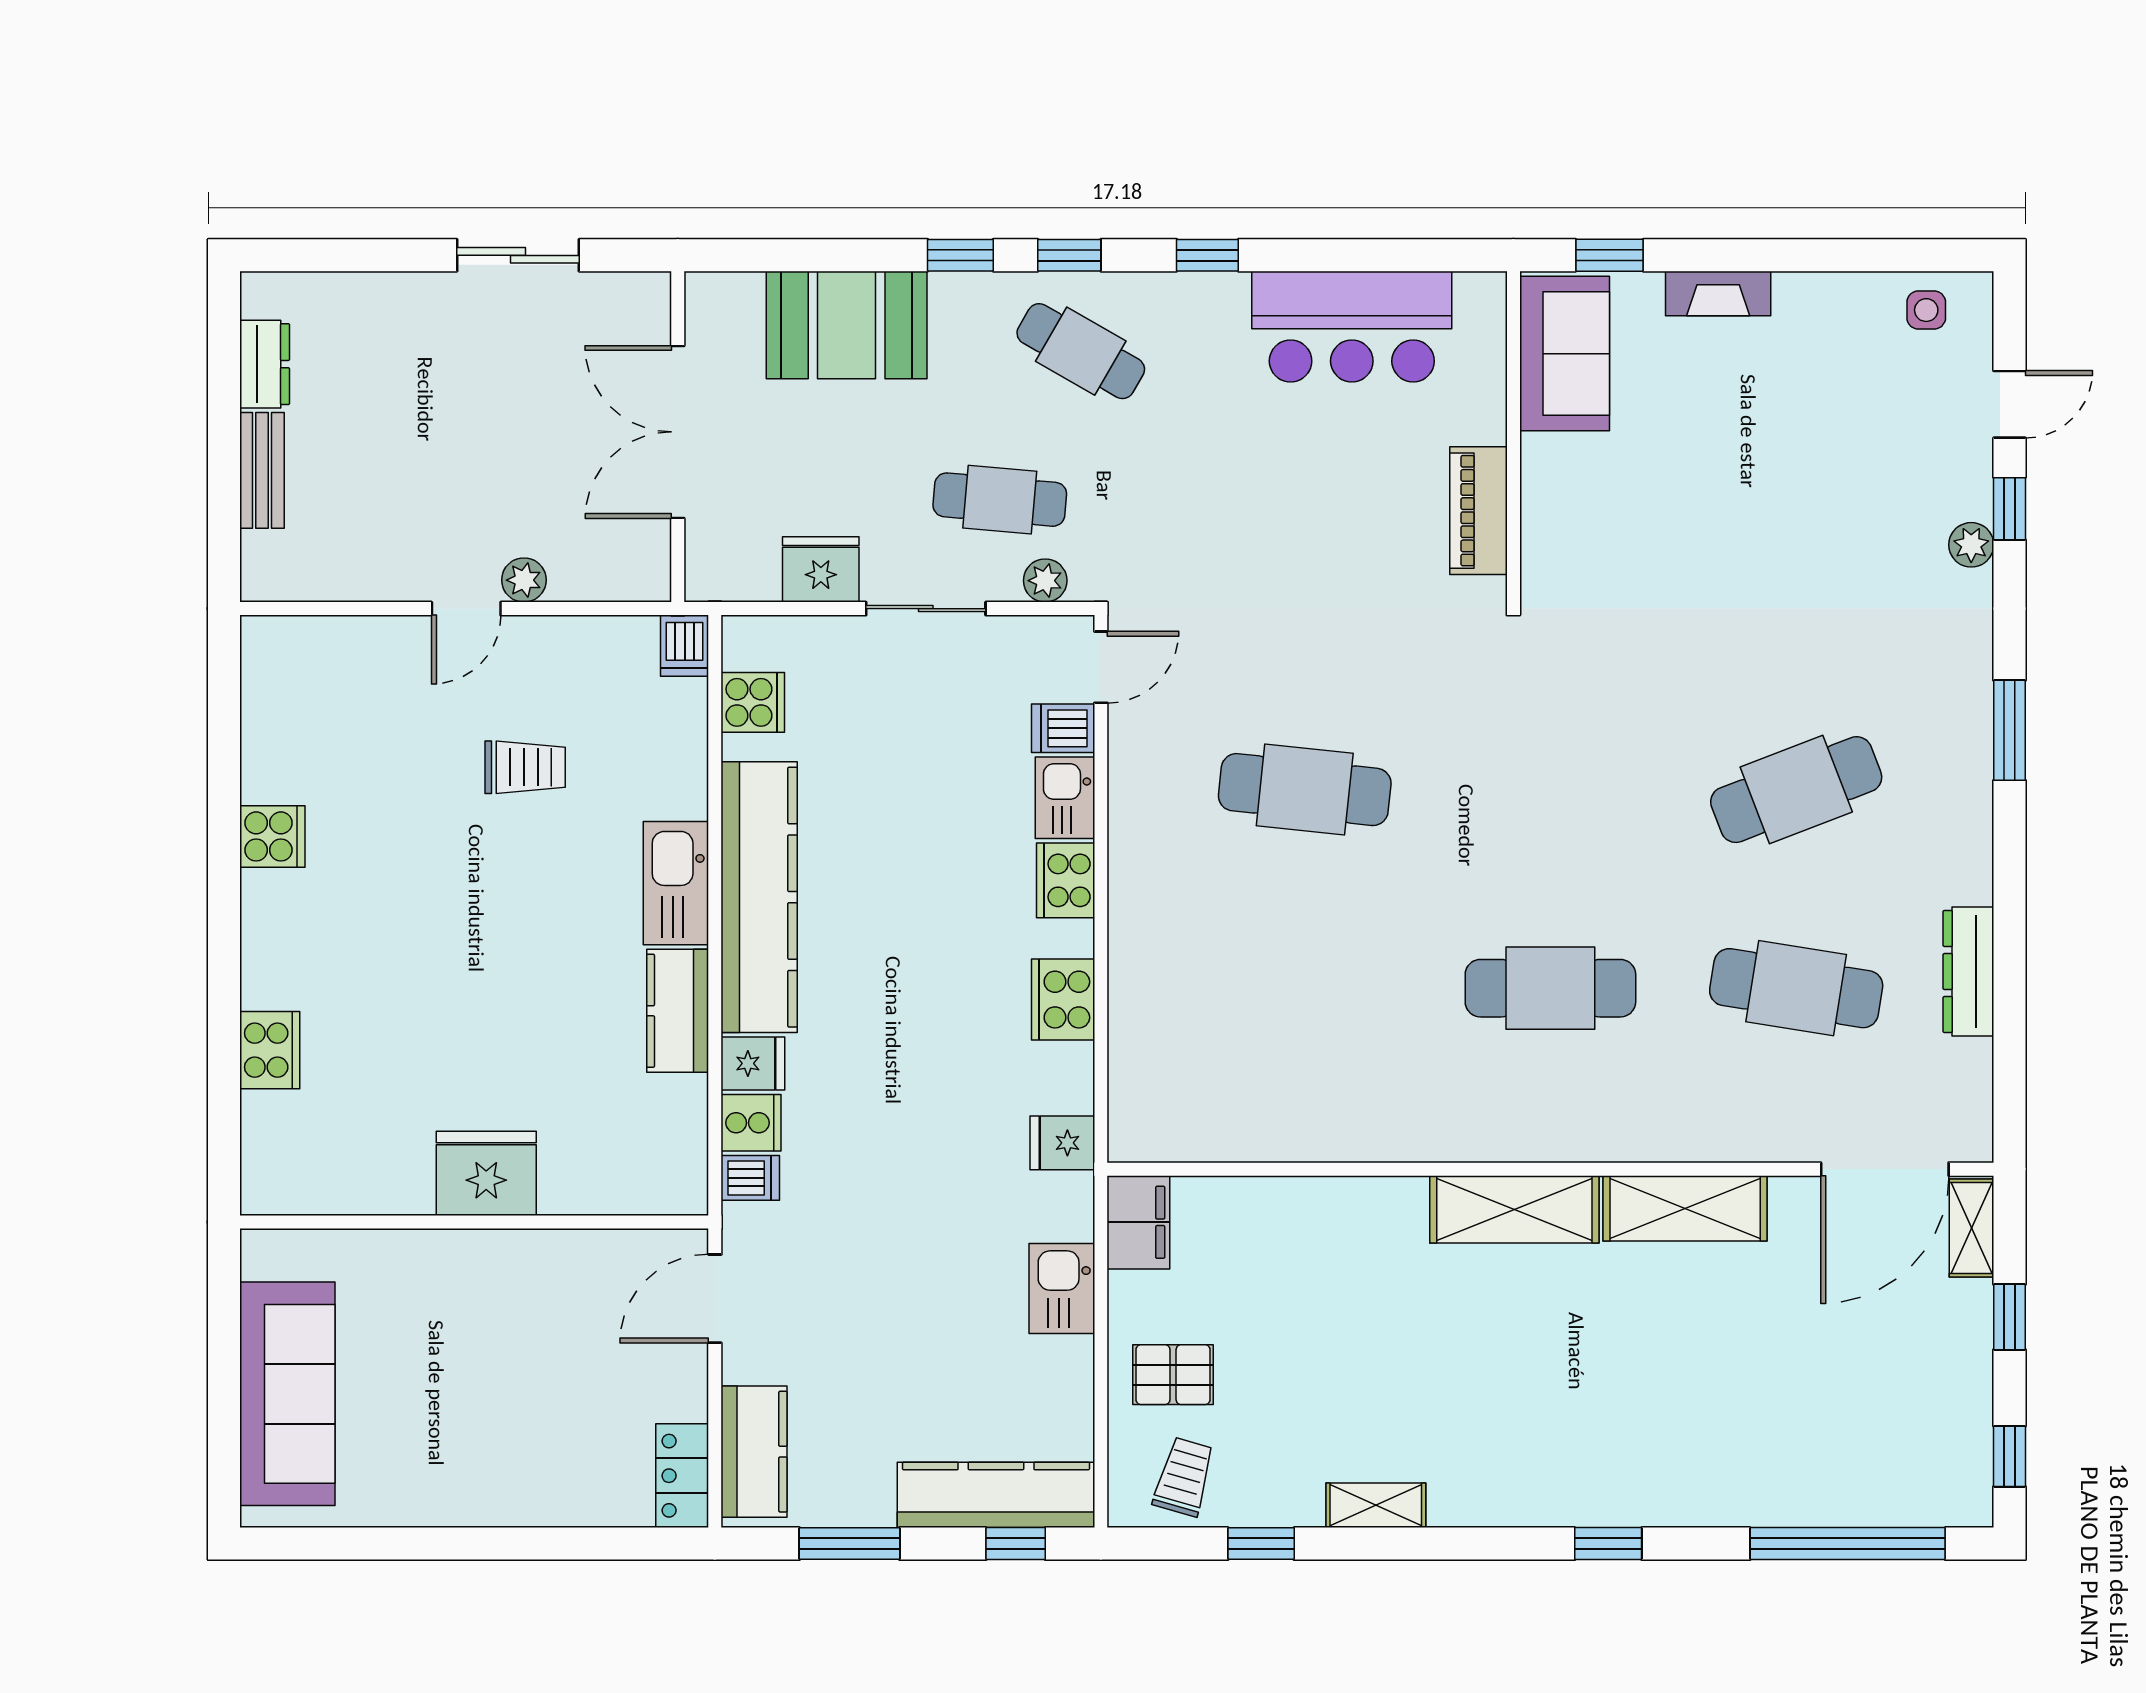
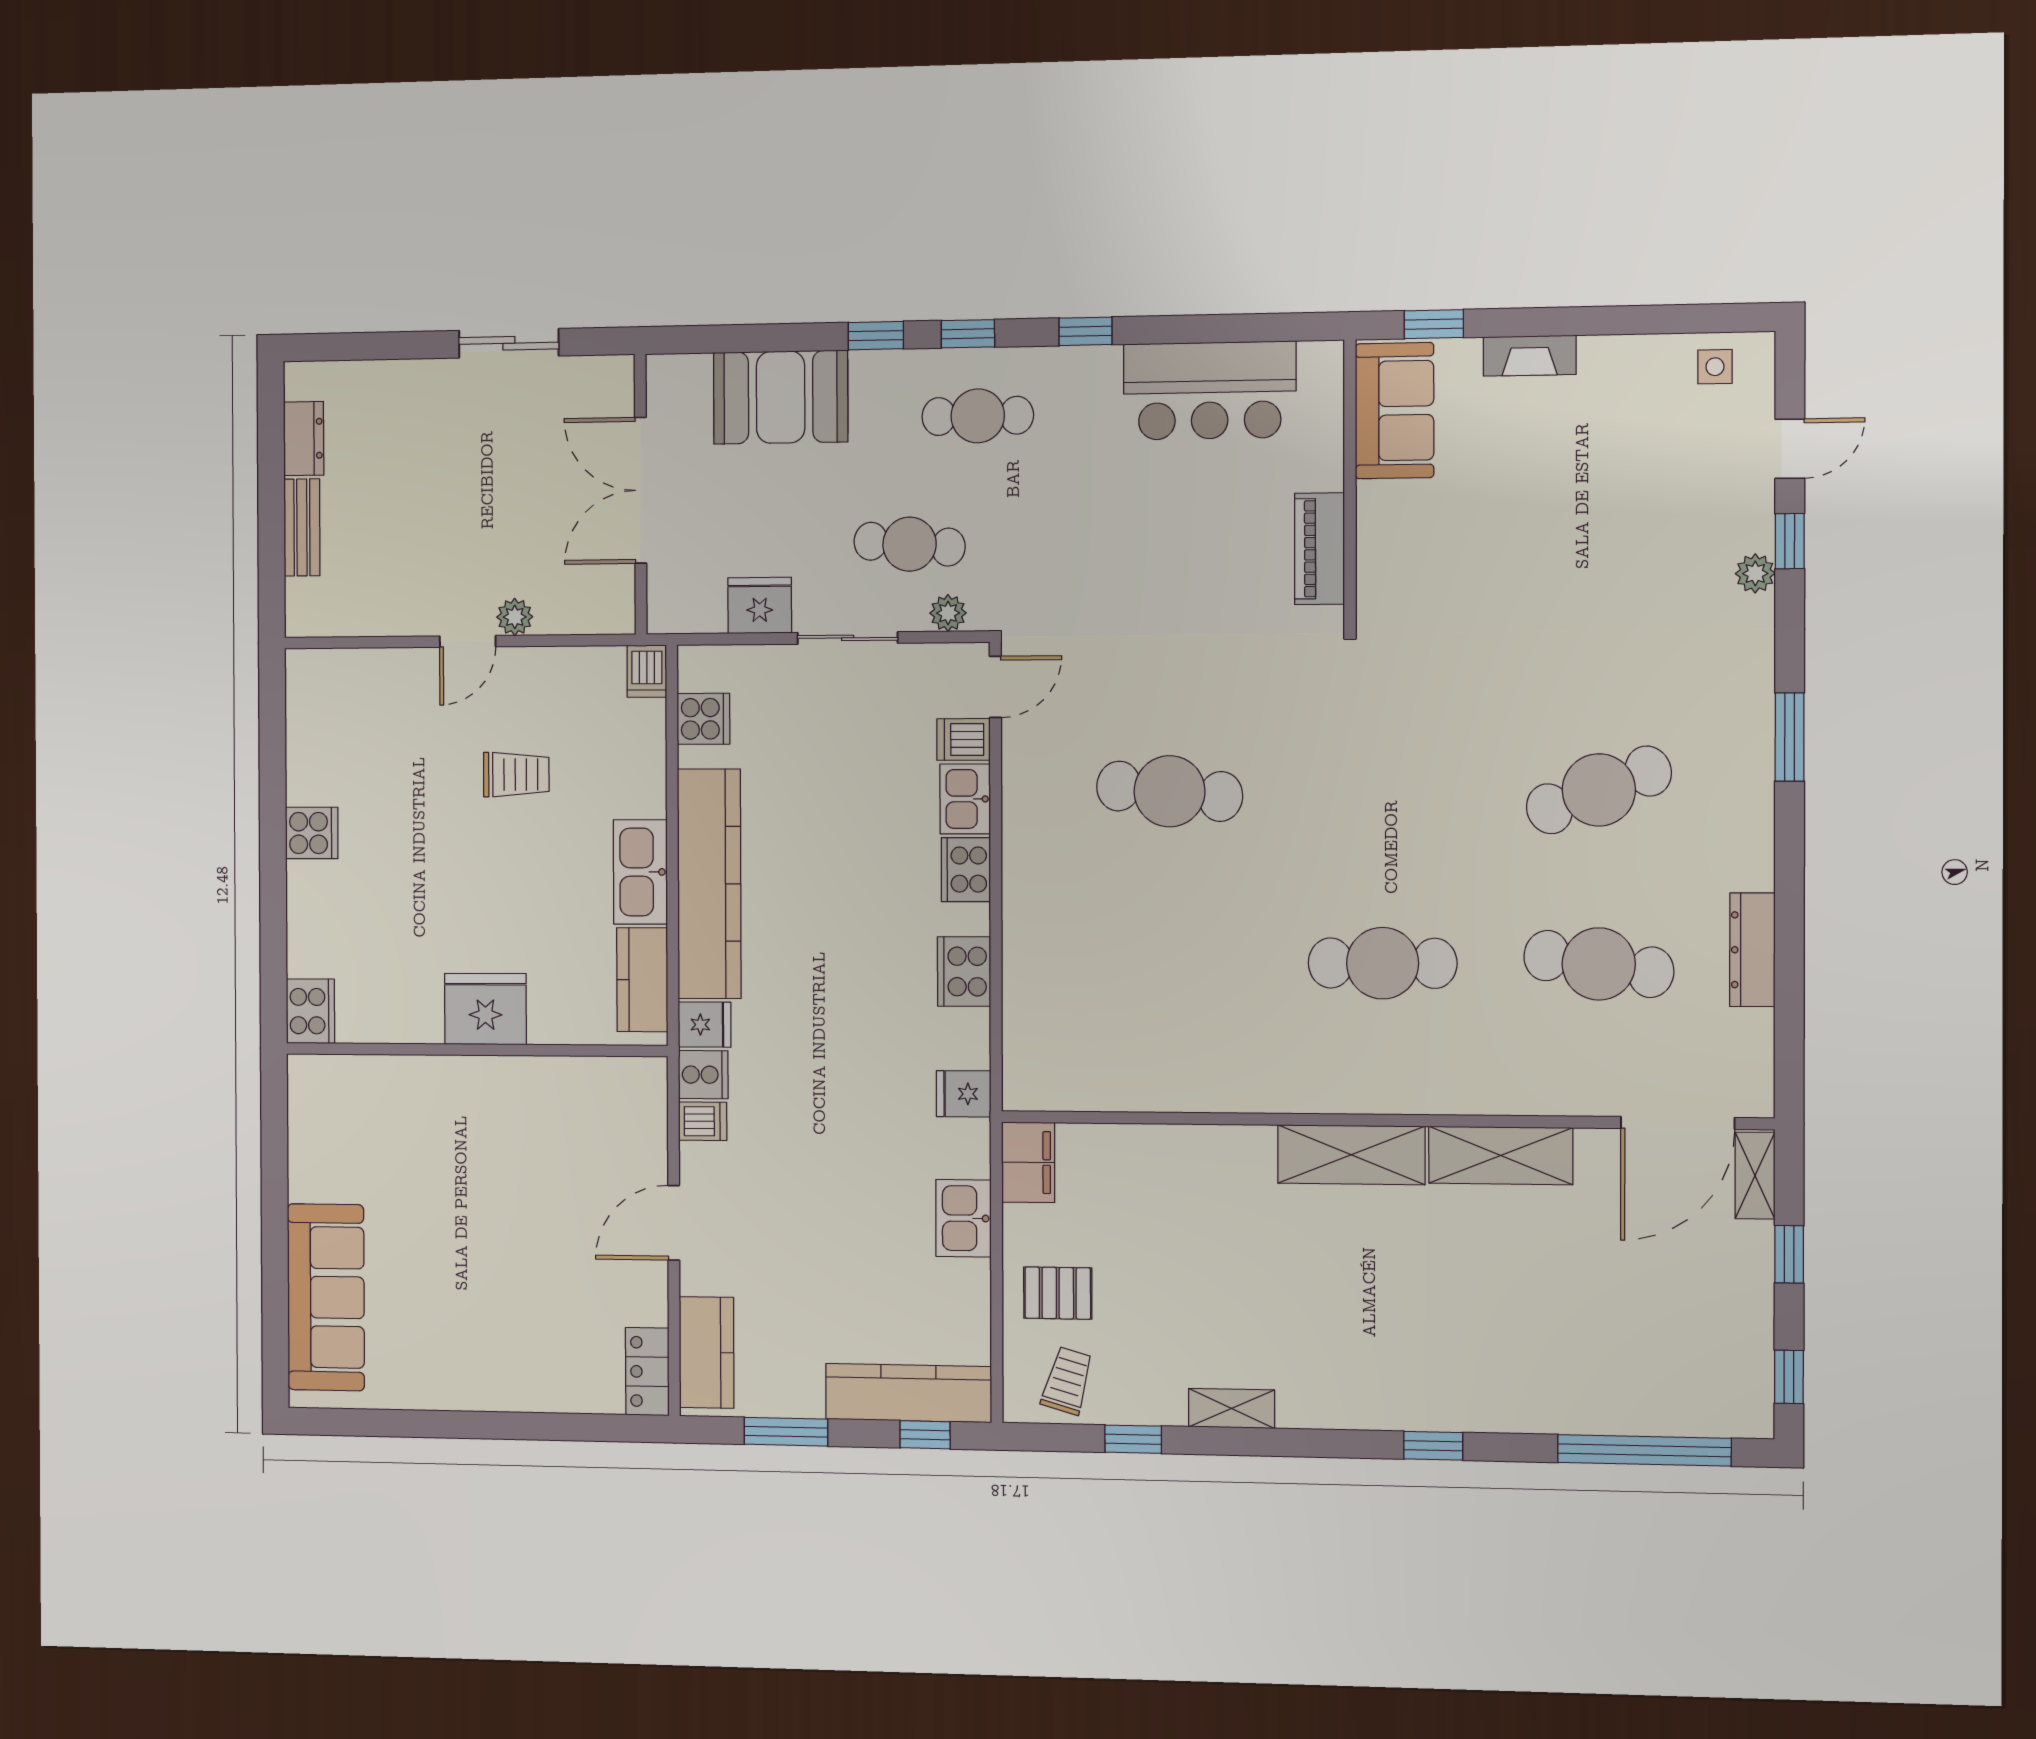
cafe table: (1081, 351) -> (978, 416), turned -30
fridge: (486, 1173) -> (485, 1009), moved
wall: (474, 1222) -> (476, 1050), moved

